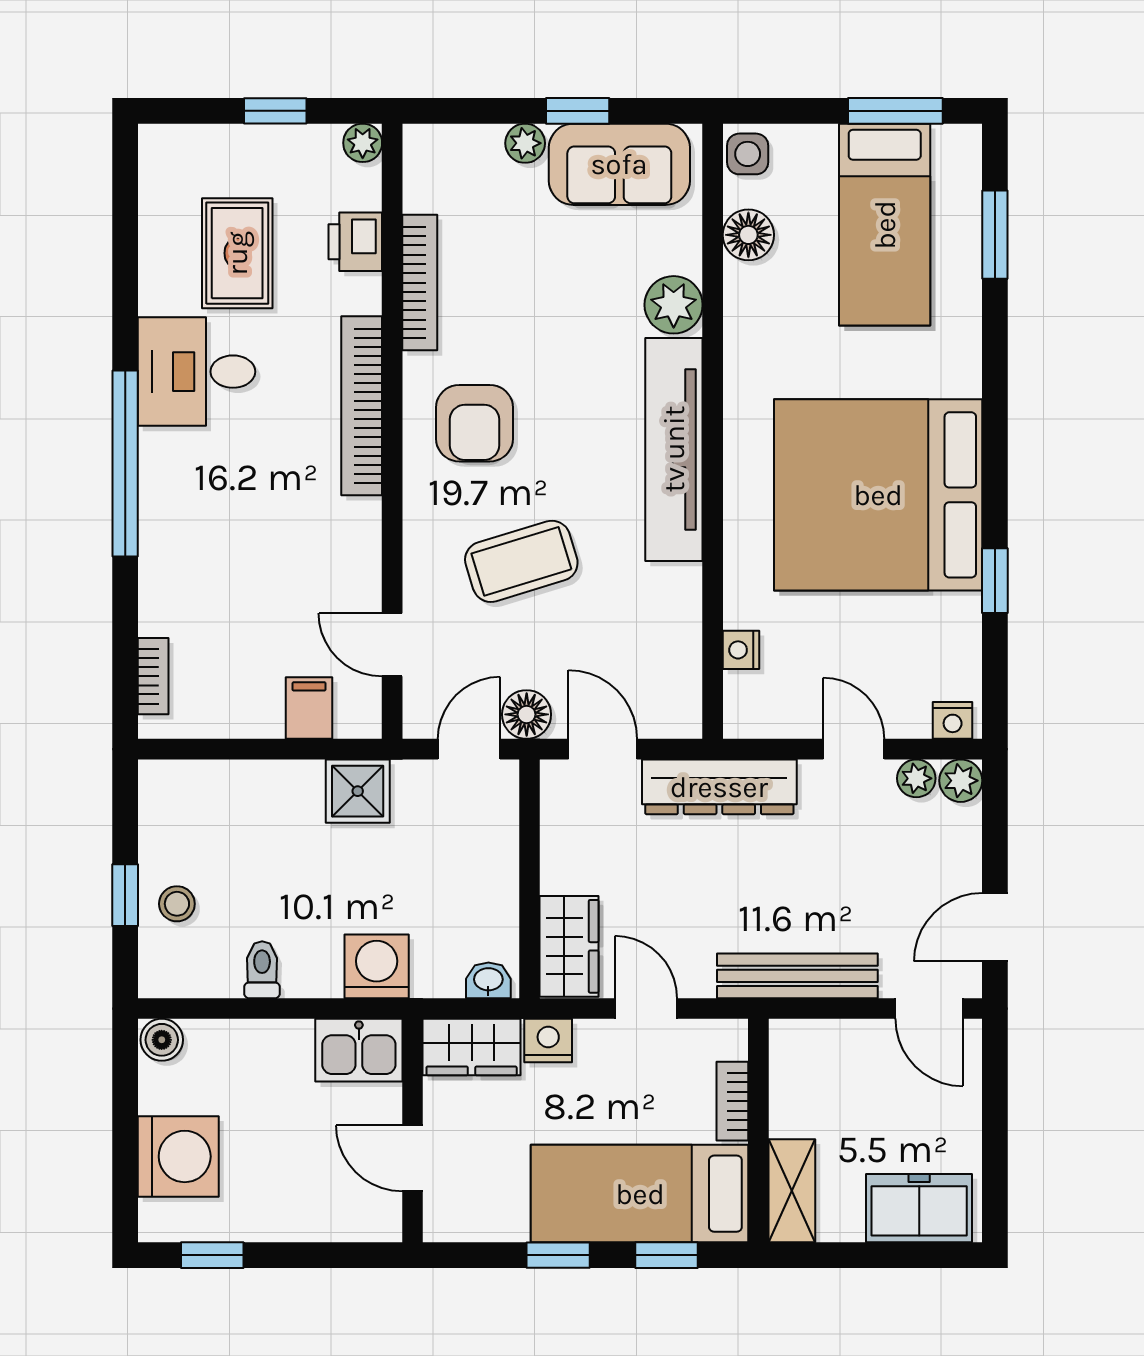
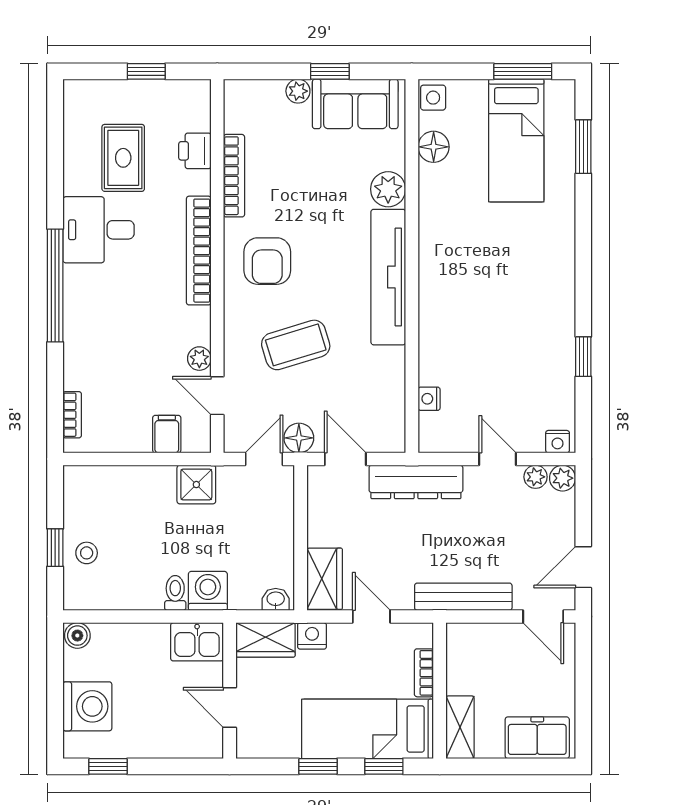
plant: (363, 143) -> (199, 359), moved
bed: (878, 495) -> (512, 305), removed
toilet: (262, 970) -> (175, 593), moved

